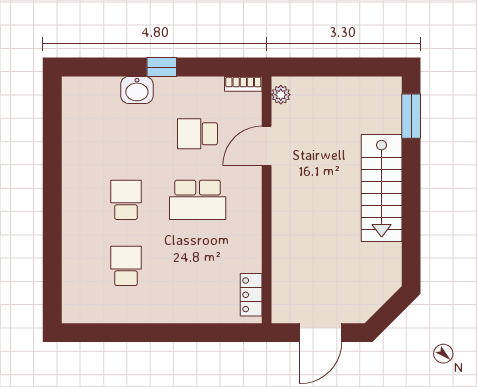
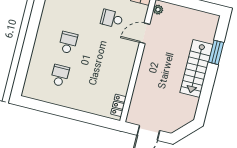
window: (411, 116) -> (216, 52), moved
school desk: (198, 200) -> (104, 52), removed

